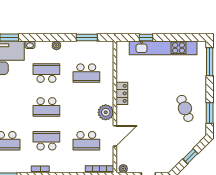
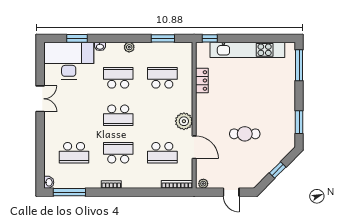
window: (146, 38) -> (210, 38), moved
school desk: (86, 73) -> (162, 78), turned 180
locker: (122, 93) -> (202, 80), moved
cafe table: (185, 108) -> (245, 134), moved, turned -69
door: (115, 136) -> (194, 147), hinge flipped

